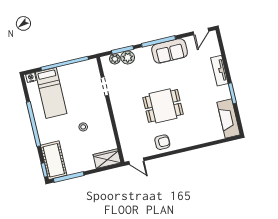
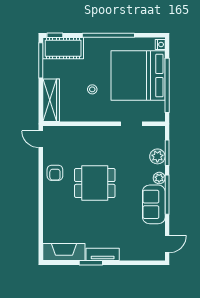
door: (201, 31) -> (167, 244), swing flipped
plant: (115, 59) -> (159, 178), moved
tv unit: (219, 71) -> (103, 254), moved
bed: (51, 93) -> (138, 75), width x2.04
dining table: (163, 106) -> (95, 183), turned 90
wardrobe: (107, 159) -> (51, 100), width x1.50
door: (136, 161) -> (41, 139), hinge flipped

